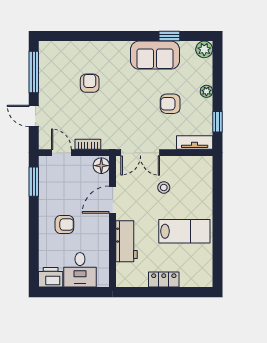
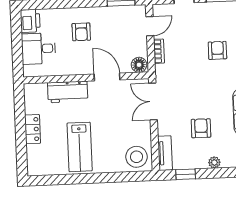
armchair: (90, 83) -> (217, 50), turned -90
stool: (164, 187) -> (136, 157), moved, width x1.89, depth x1.89

